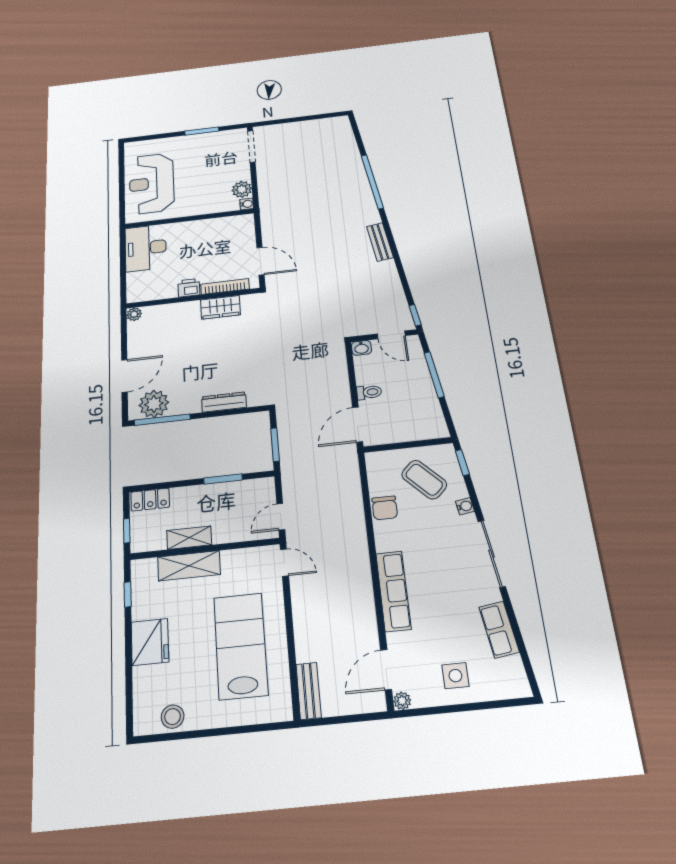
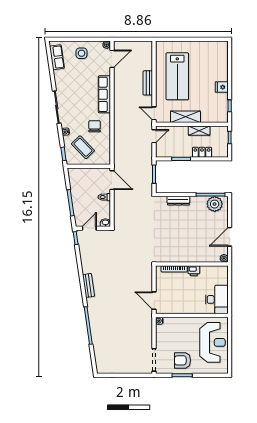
armchair: (202, 152) -> (183, 360), added
plant: (242, 189) -> (161, 331), removed
door: (260, 261) -> (154, 301), moved
wardrobe: (220, 307) -> (177, 256), removed
door: (391, 335) -> (89, 228), hinge flipped
door: (125, 376) -> (230, 237), moved
door: (358, 425) -> (112, 180), hinge flipped
locker: (150, 500) -> (202, 152), moved
chair: (385, 508) -> (95, 126), moved
shelving: (189, 566) -> (185, 117), moved
row of seats: (499, 630) -> (57, 57), moved
fridge: (150, 642) -> (222, 87), width x0.53, depth x0.75
bench: (309, 691) -> (148, 83), moved
stool: (173, 717) -> (210, 48), removed

